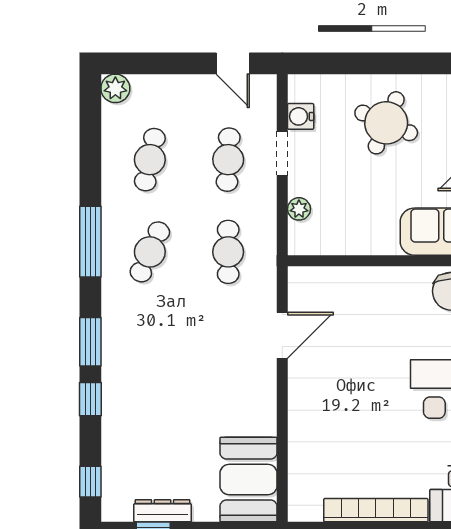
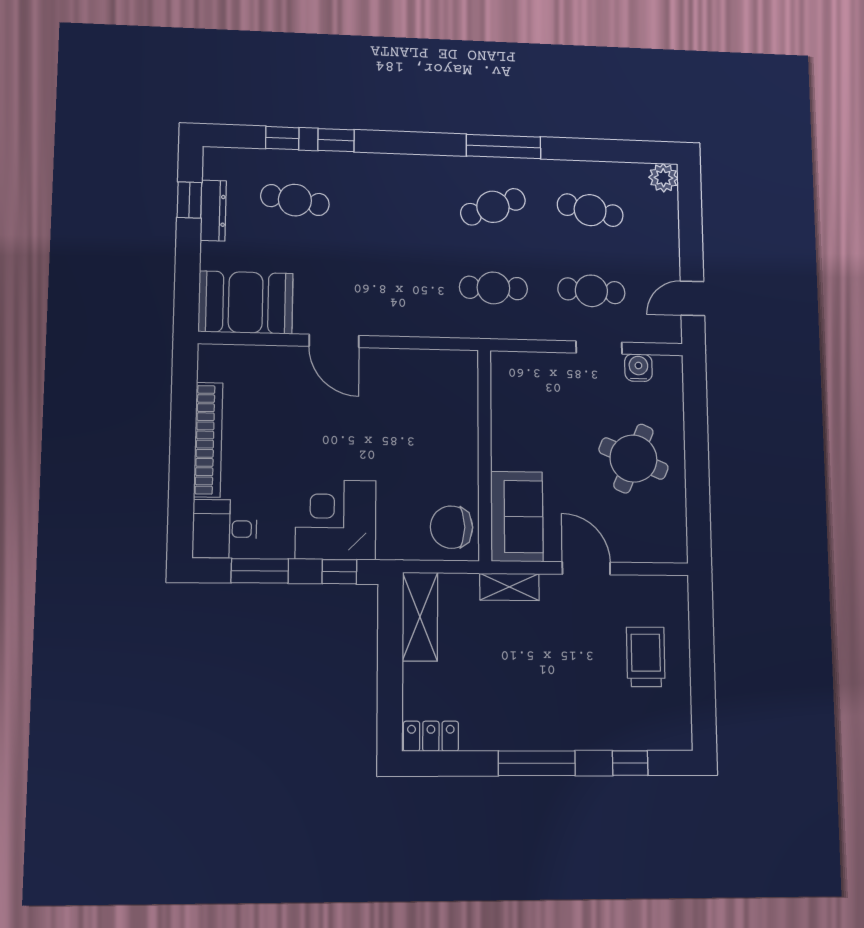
plant: (299, 209) -> (540, 364), removed
cafe table: (150, 252) -> (493, 207), turned -45
door: (282, 335) -> (334, 341), moved
window: (90, 342) -> (397, 142), removed
cafe table: (150, 436) -> (295, 200), added
window: (90, 482) -> (282, 138), moved

